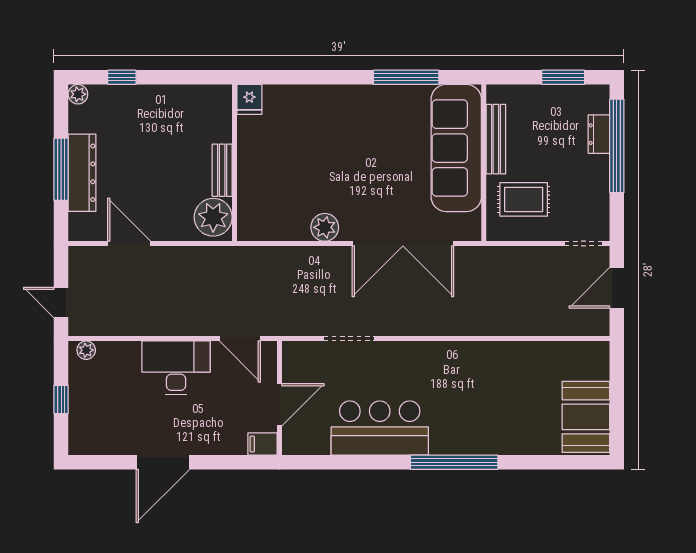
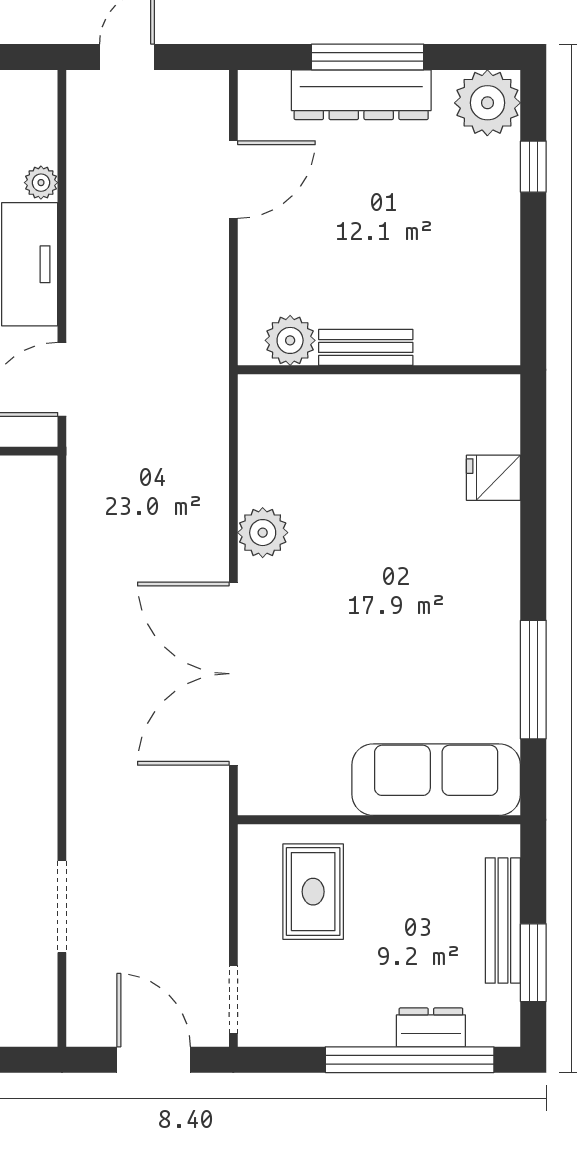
plant: (78, 94) -> (487, 103), width x1.87, depth x1.87
fridge: (249, 99) -> (493, 478), moved
bench: (496, 139) -> (503, 920), moved, turned 90
sofa: (456, 148) -> (436, 780), width x0.74, depth x0.79
plant: (213, 217) -> (290, 340), width x0.73, depth x0.73
doorway: (349, 339) -> (62, 907), moved
plant: (86, 350) -> (41, 183), moved

